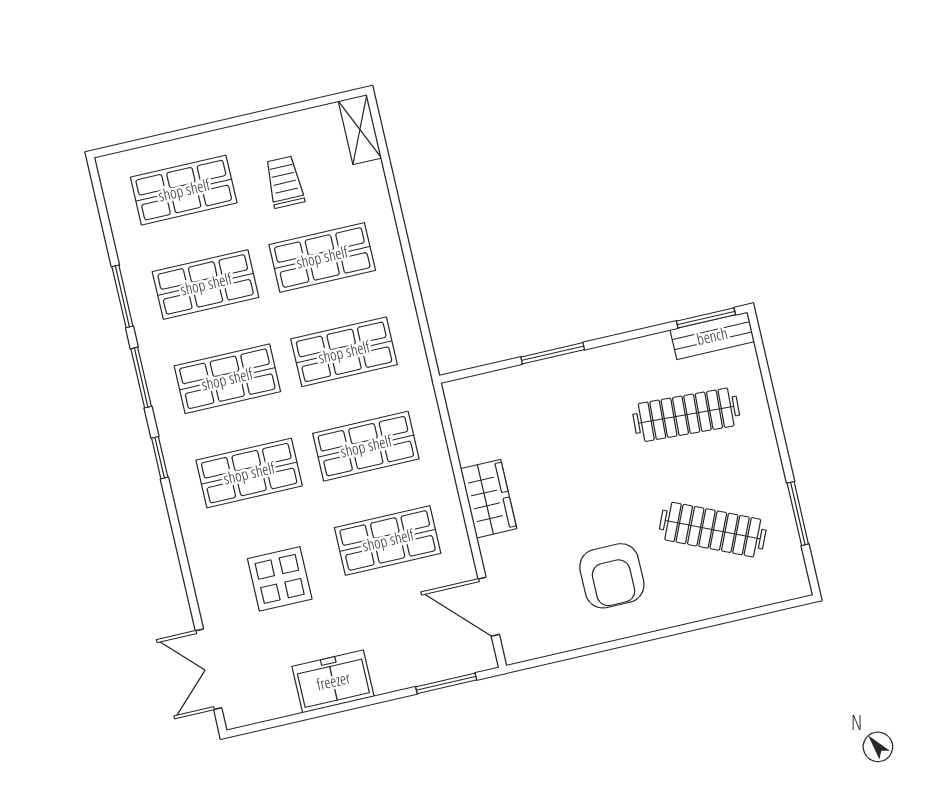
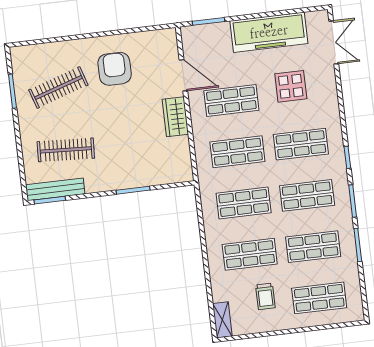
bench: (712, 336) -> (55, 189), width x1.36
clothes rail: (713, 530) -> (58, 88), turned -42
door: (489, 607) -> (183, 75), moved
freezer: (333, 681) -> (269, 32), width x1.91, depth x1.26

